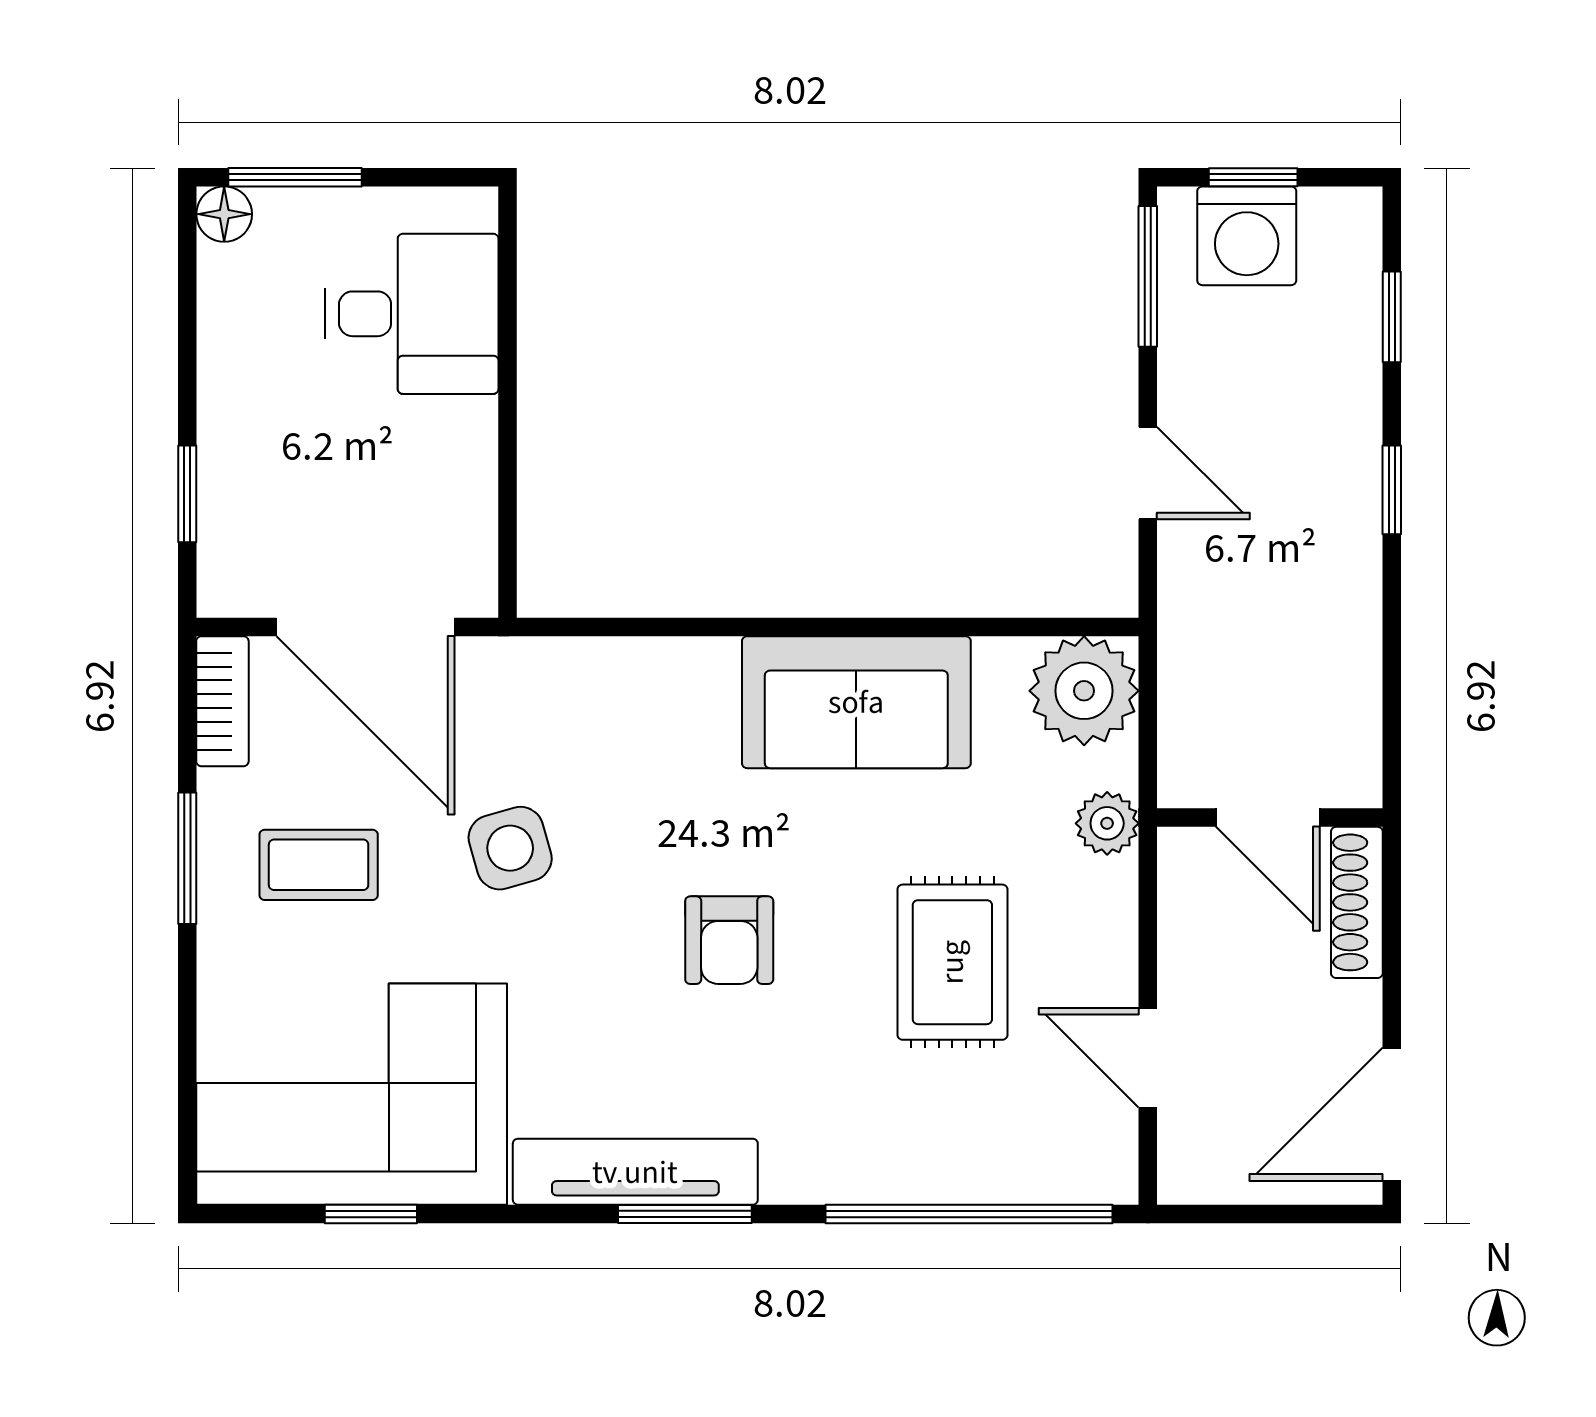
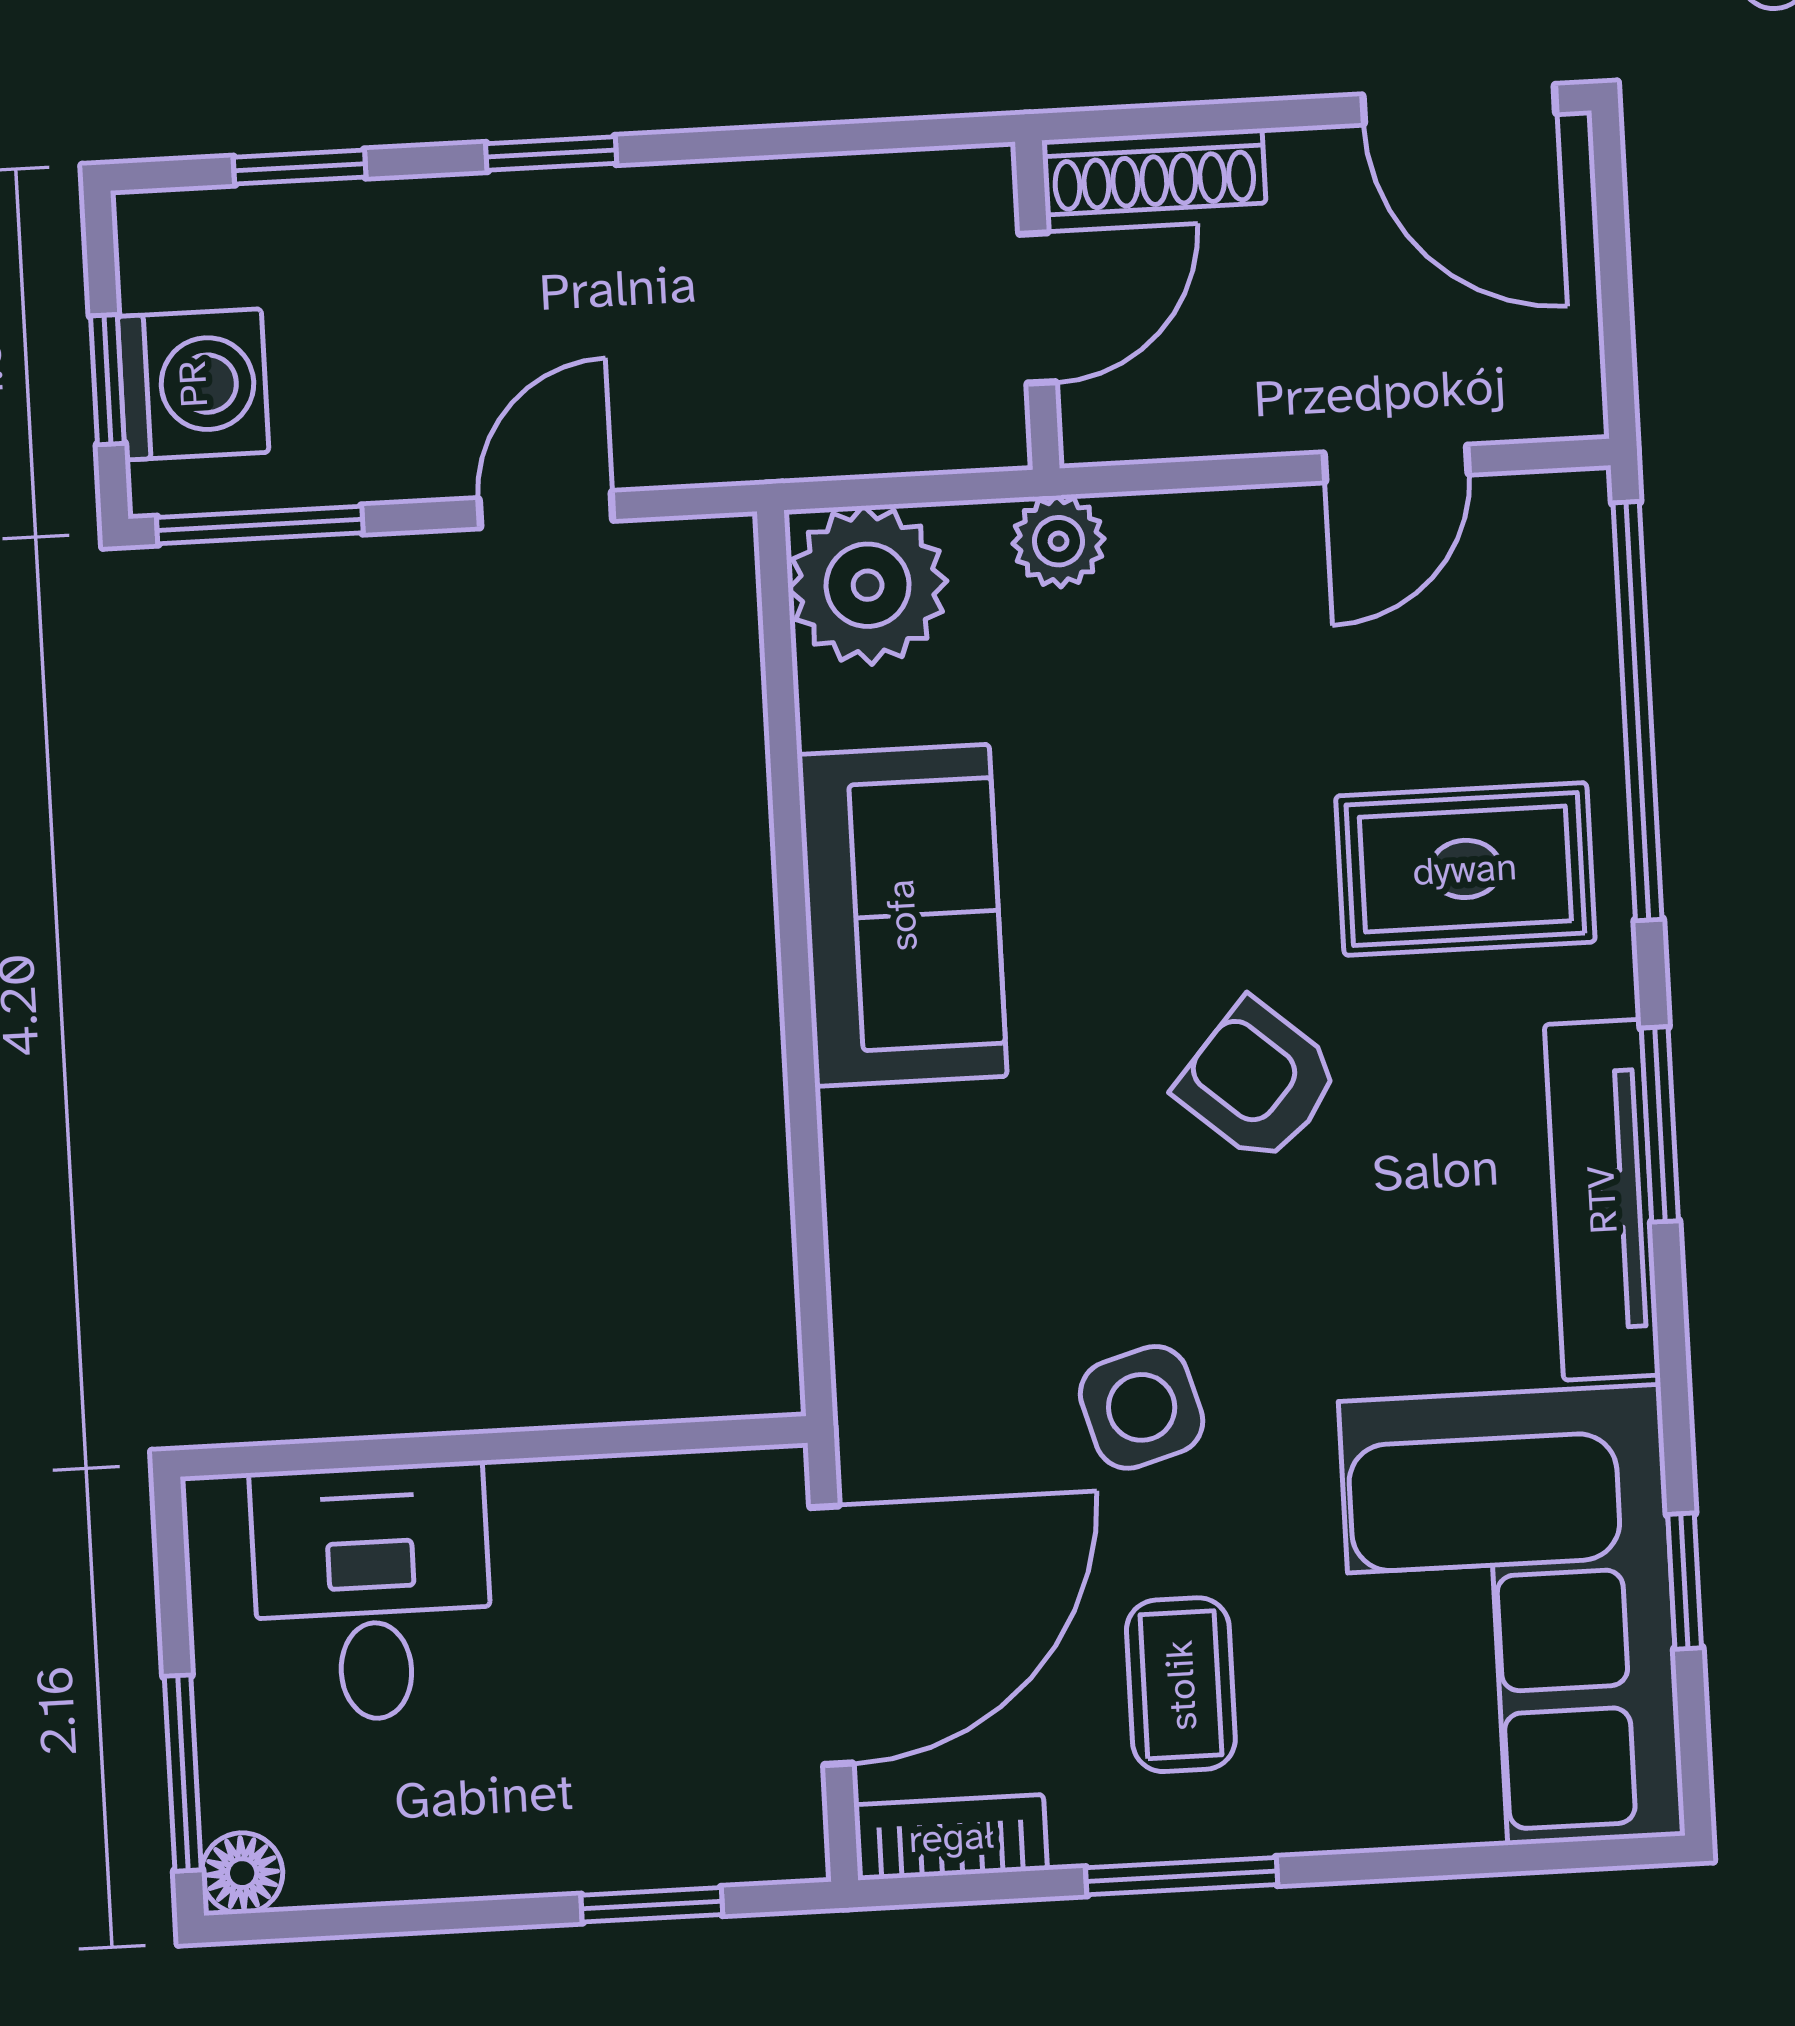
armchair: (729, 940) -> (1258, 1082), turned -139
rug: (952, 962) -> (1465, 869), moved

